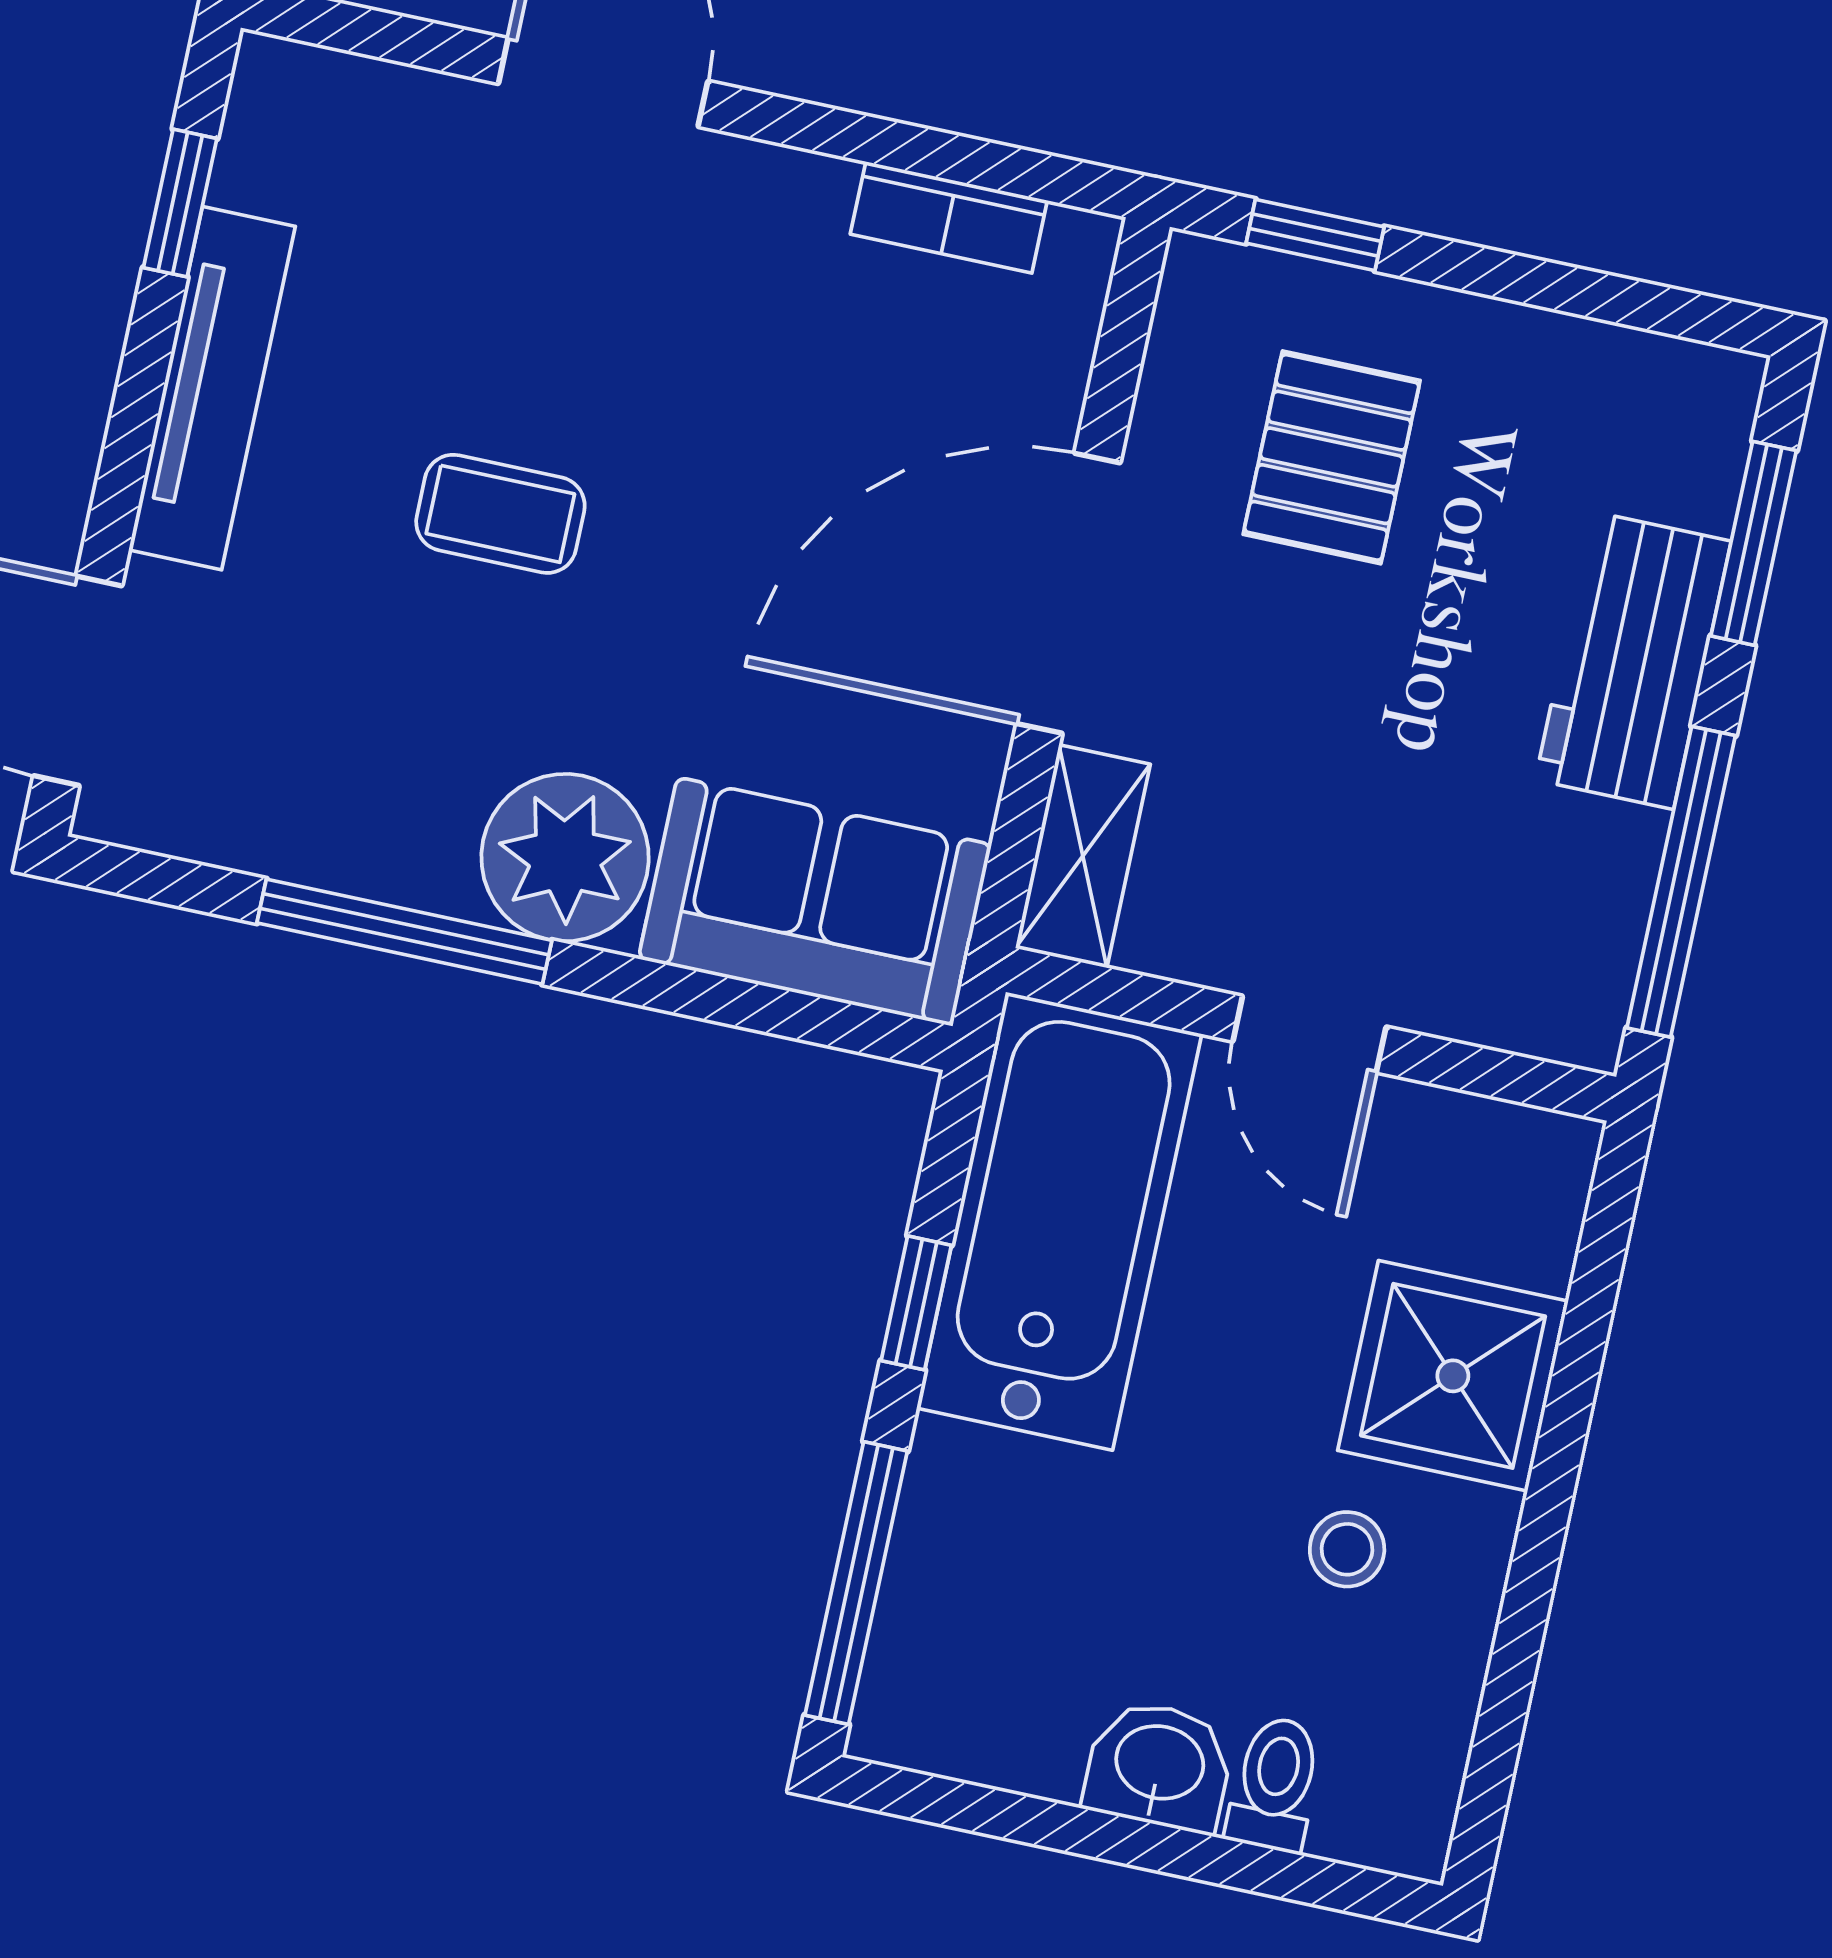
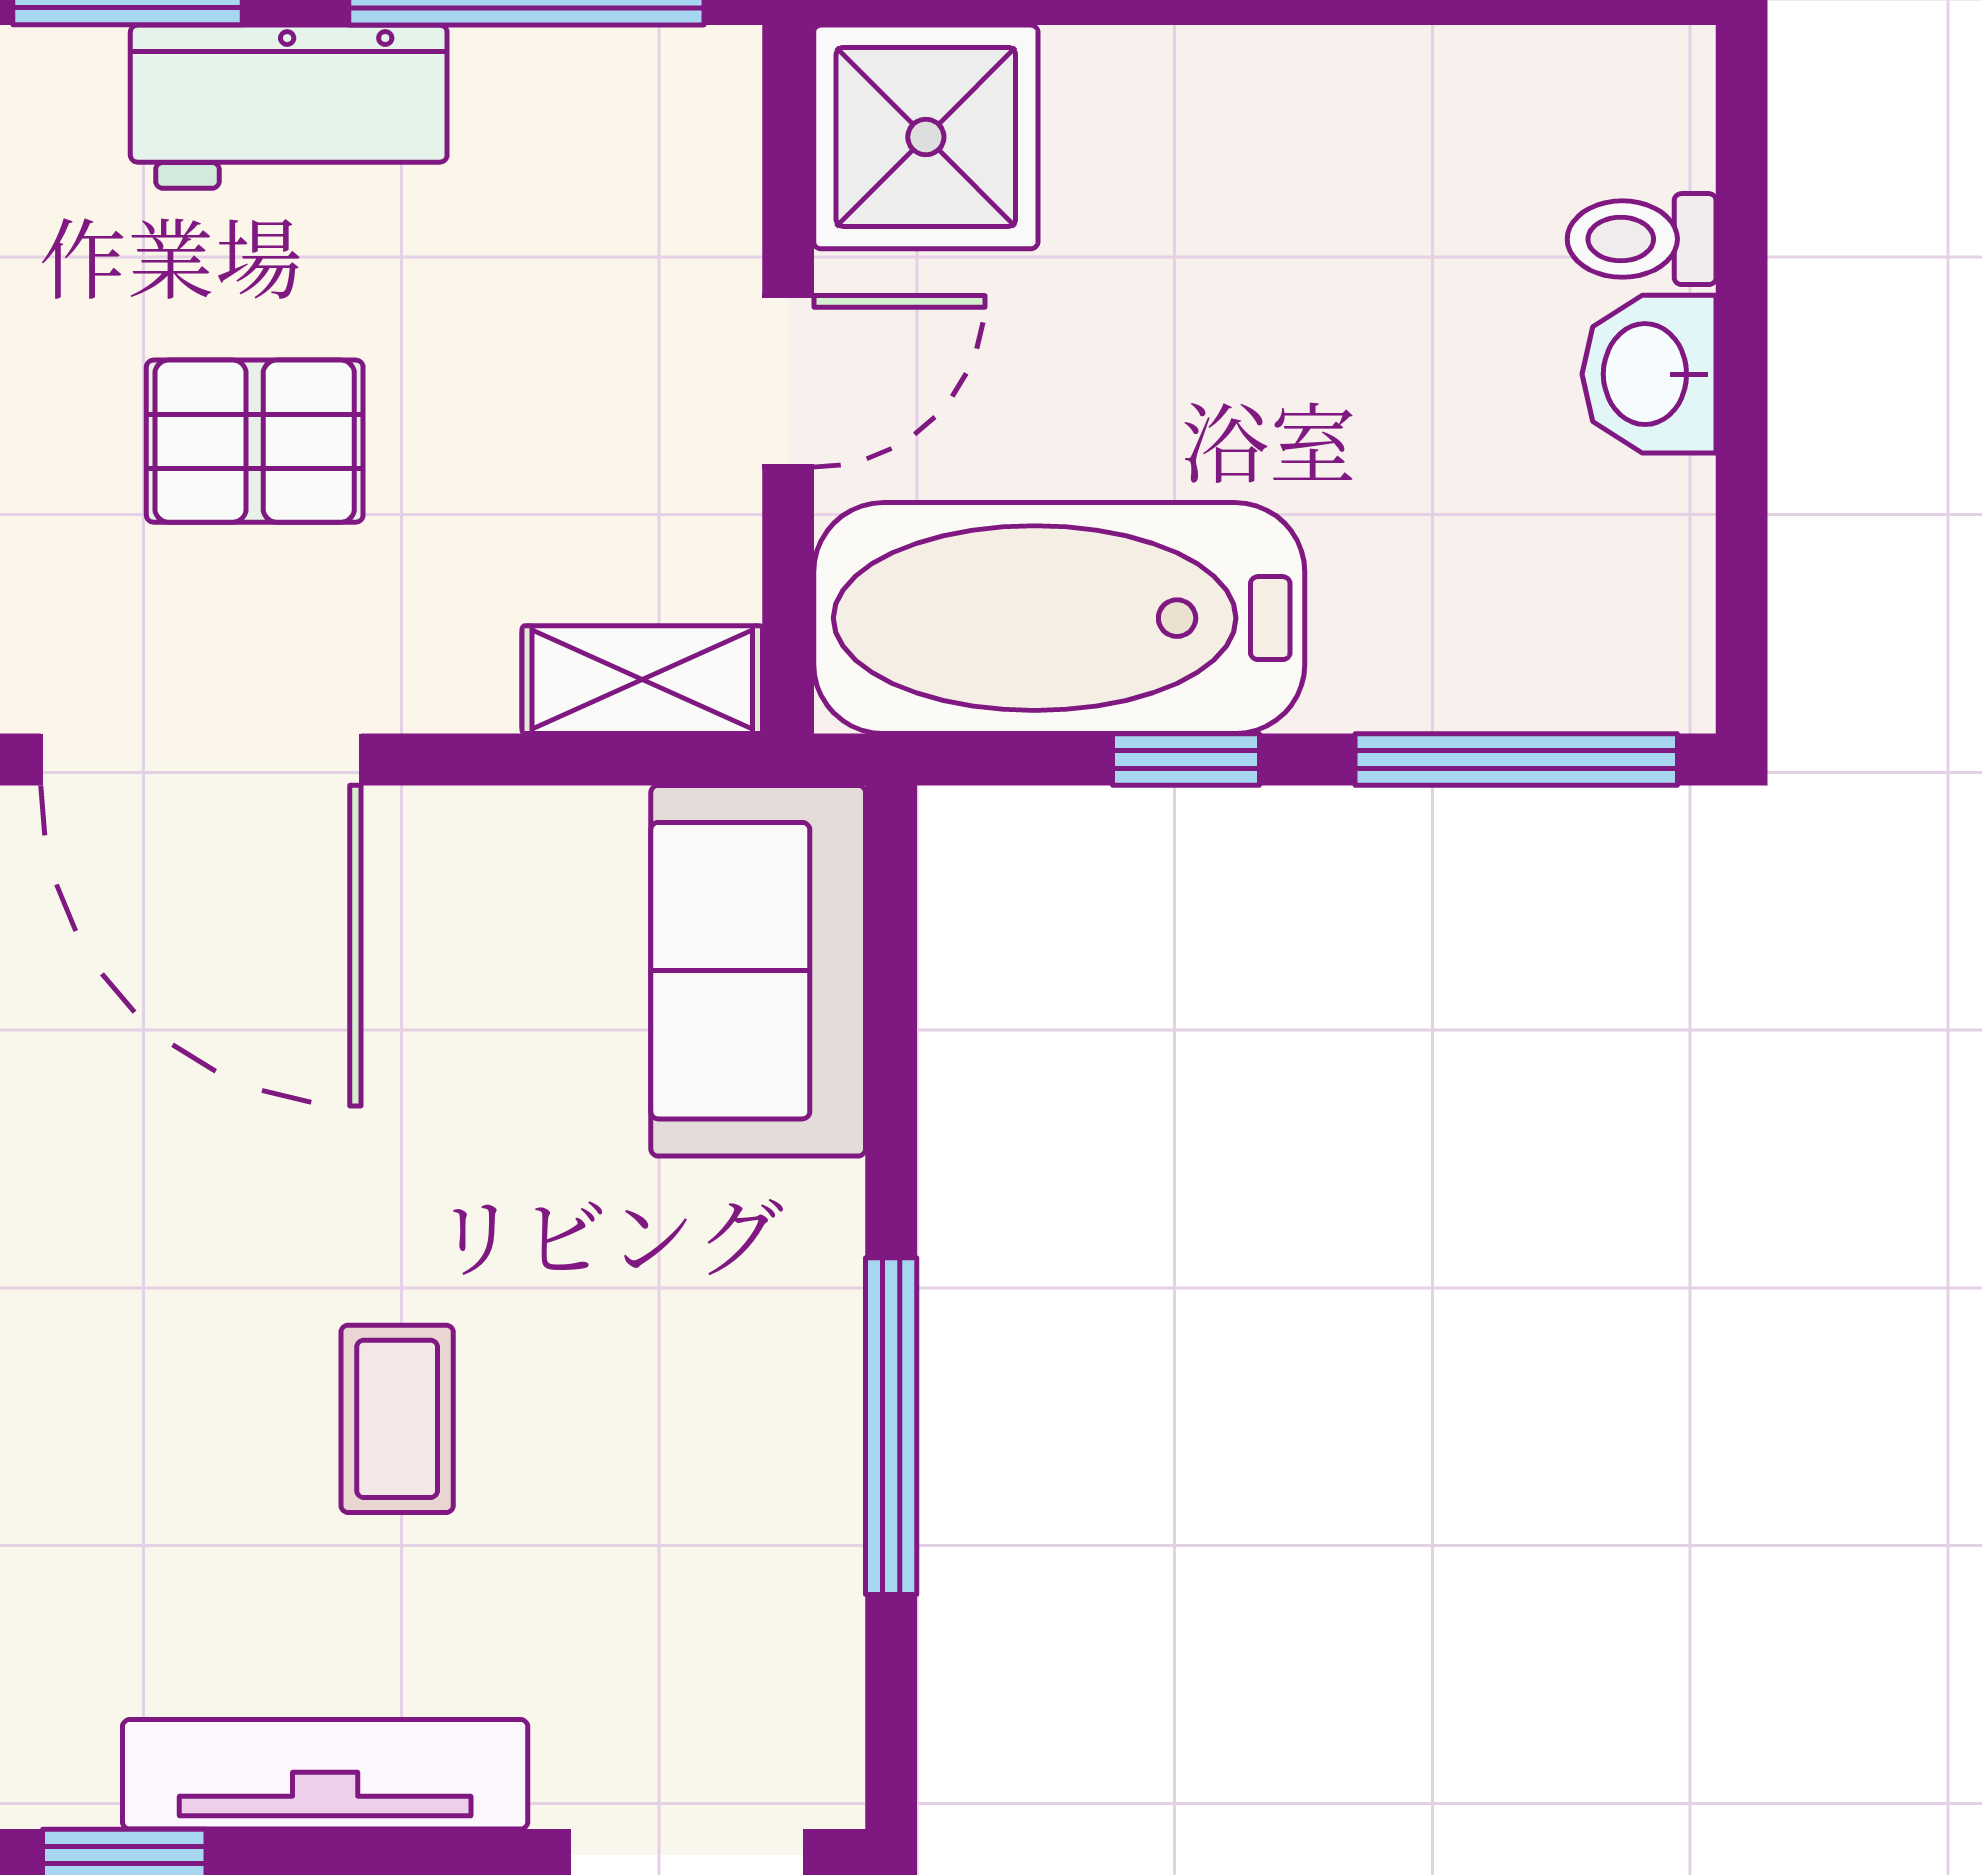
pallet: (1332, 457) -> (255, 441), moved
door: (1068, 593) -> (201, 760), moved
plant: (565, 858) -> (769, 1263), removed
shower: (1453, 1376) -> (926, 137), moved
stool: (1347, 1549) -> (1360, 214), removed

